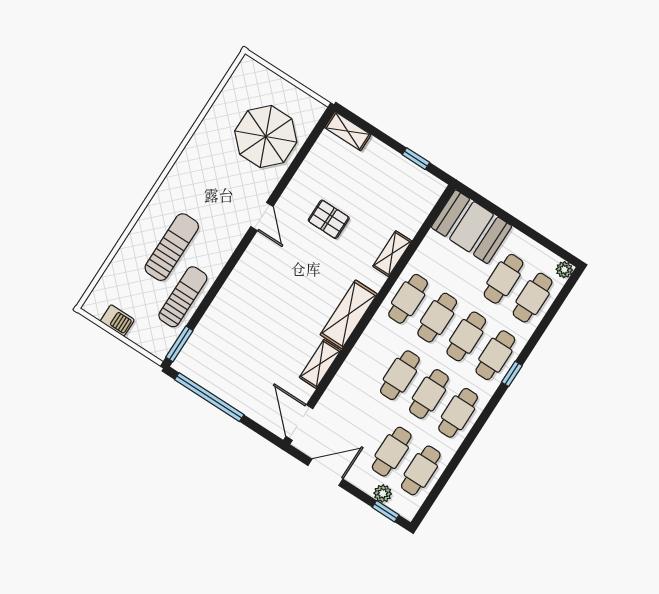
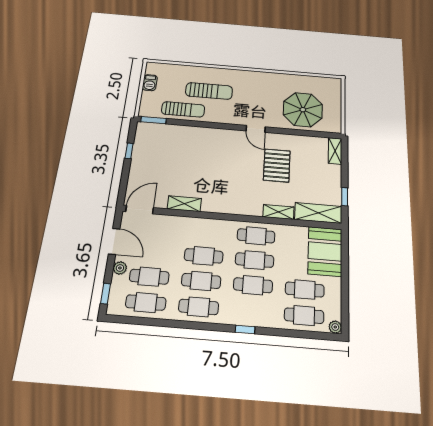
door: (262, 216) -> (256, 129), hinge flipped
pallet: (329, 219) -> (277, 165), width x1.50, depth x1.42
shelving: (349, 314) -> (318, 213), moved
cafe table: (495, 355) -> (251, 311), removed
window: (209, 397) -> (129, 151), width x0.32
plant: (383, 494) -> (120, 268), moved

